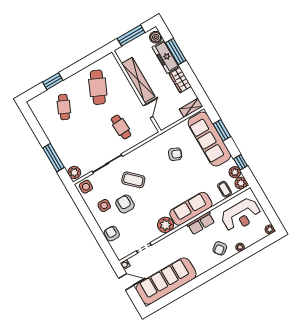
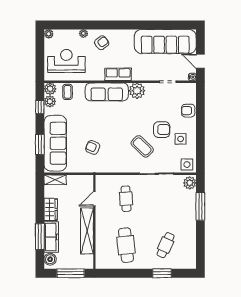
cafe table: (98, 87) -> (126, 245), turned -30
armchair: (125, 204) -> (162, 130), turned -90
row of seats: (201, 223) -> (118, 74), moved
armchair: (112, 234) -> (188, 111), turned 90

